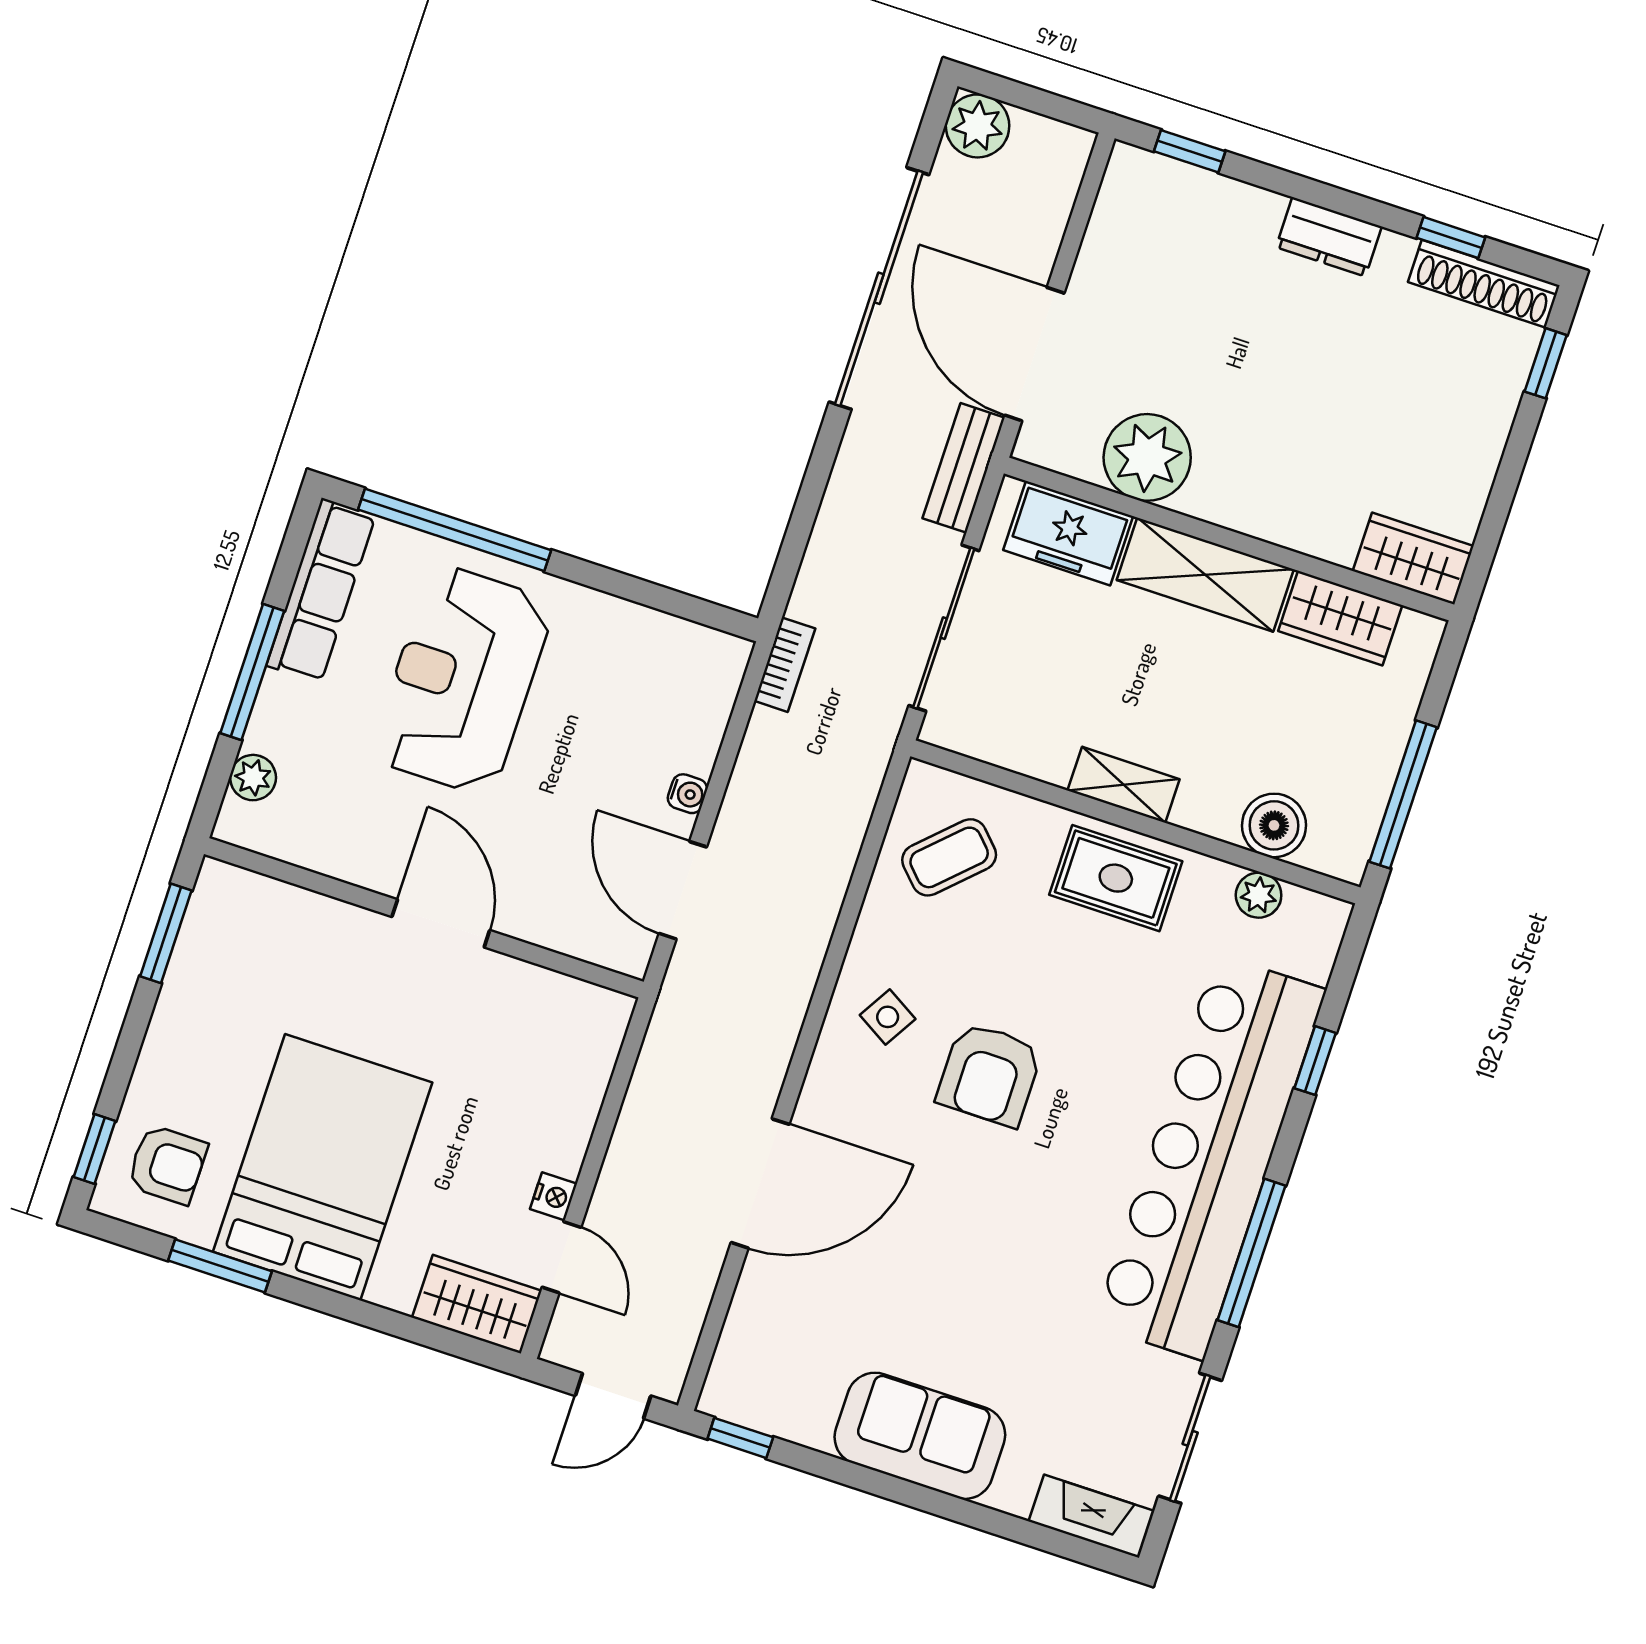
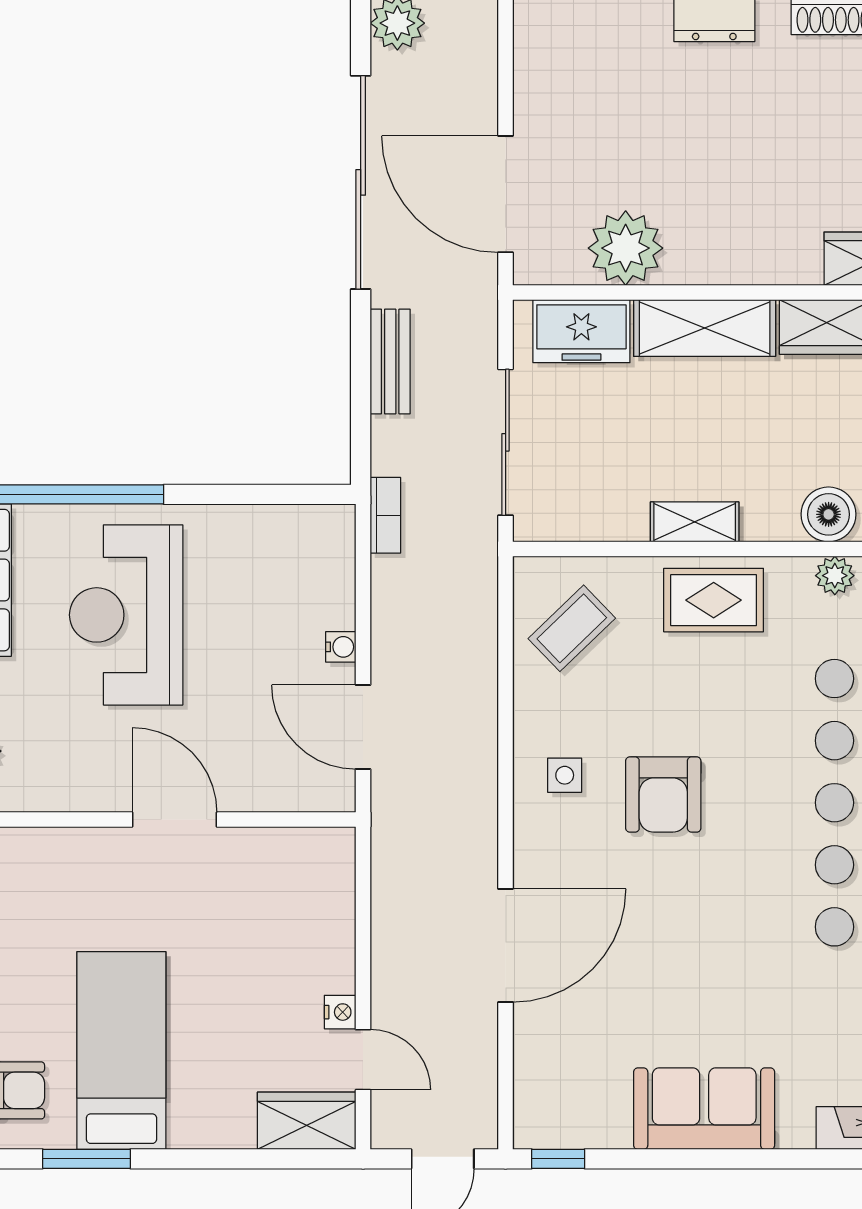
bench: (964, 468) -> (390, 361), moved
side table: (888, 1017) -> (565, 775), turned -31
bed: (323, 1167) -> (121, 1051), width x0.67

